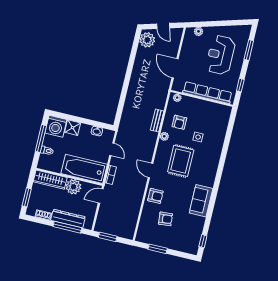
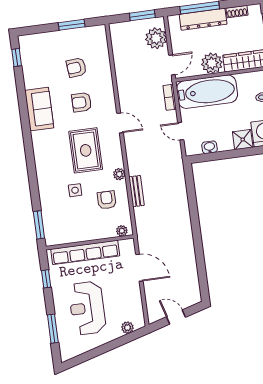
plant: (147, 40) -> (156, 38), moved
reception desk: (220, 55) -> (87, 308), turned 180
window: (231, 123) -> (39, 225), added
armchair: (155, 196) -> (82, 102), moved

